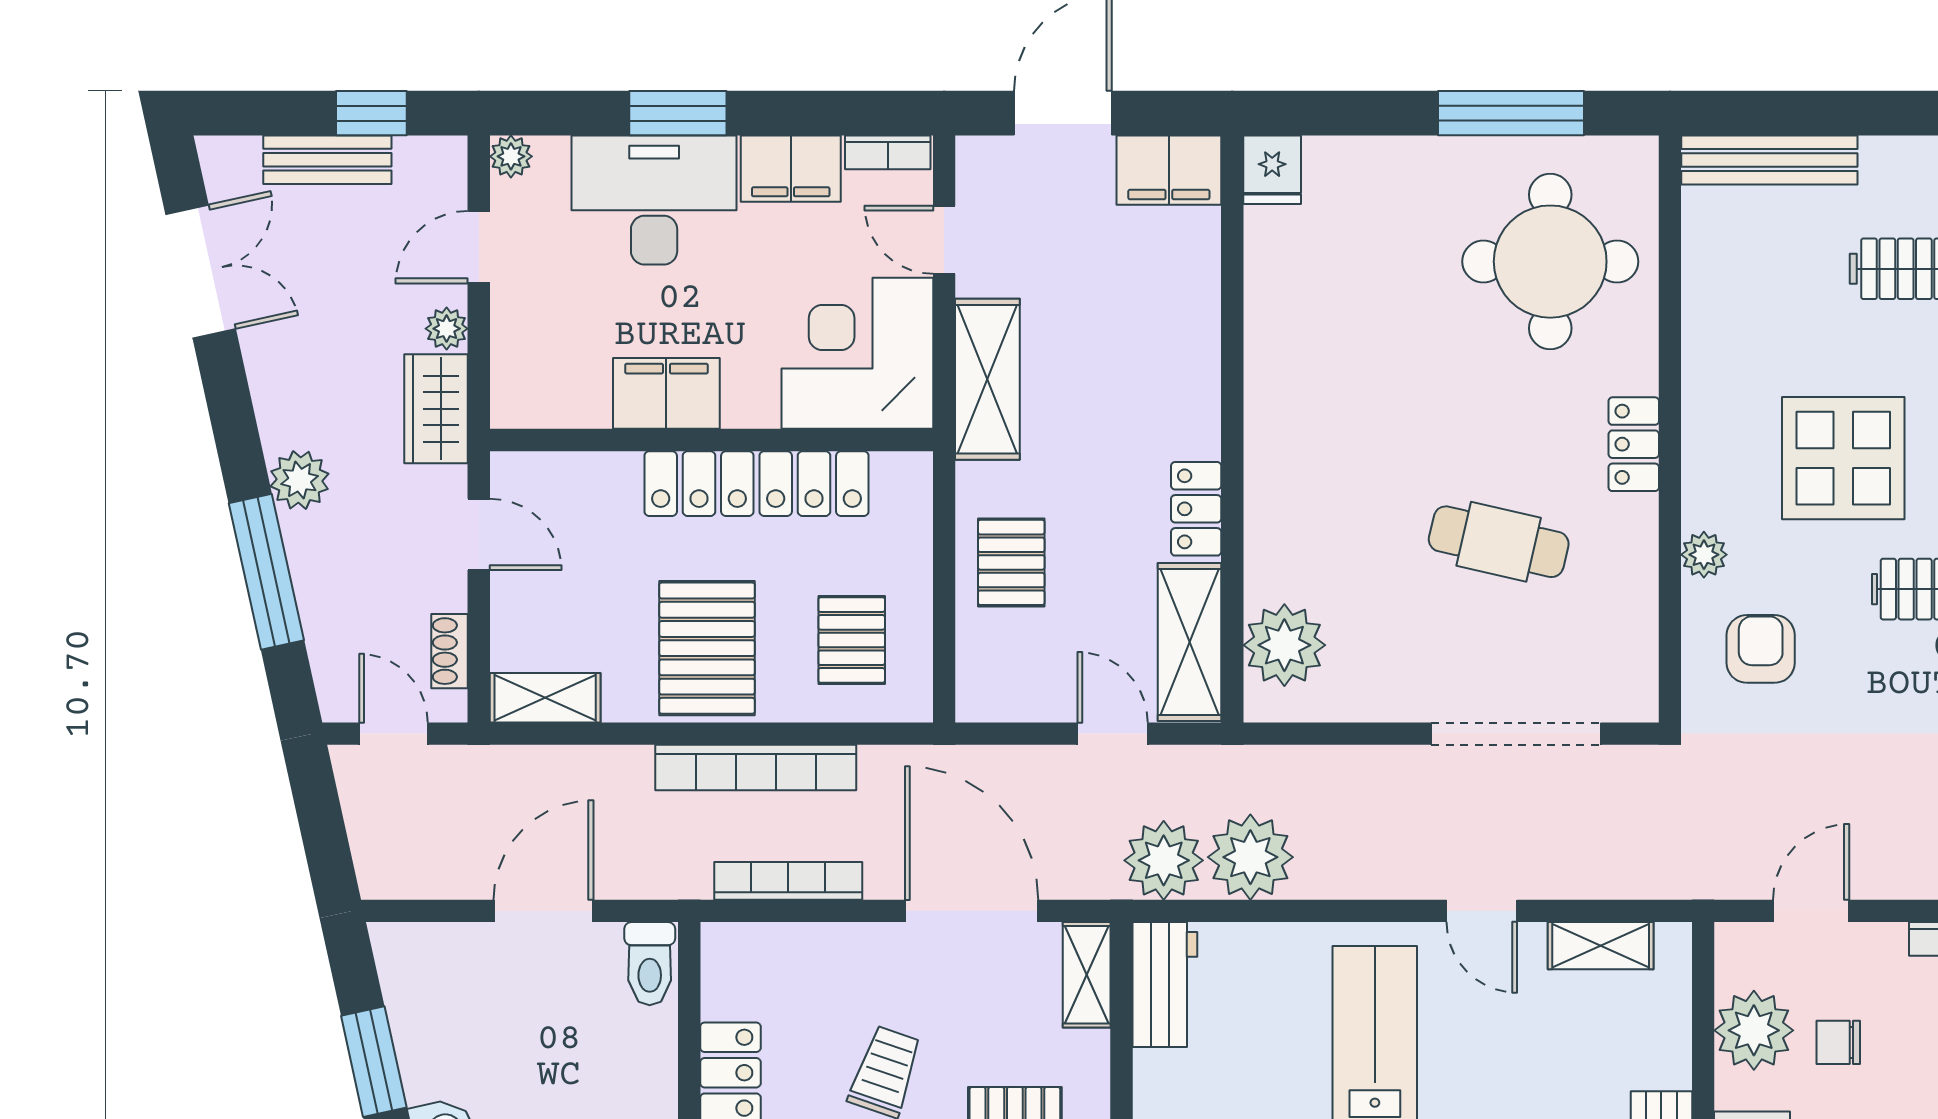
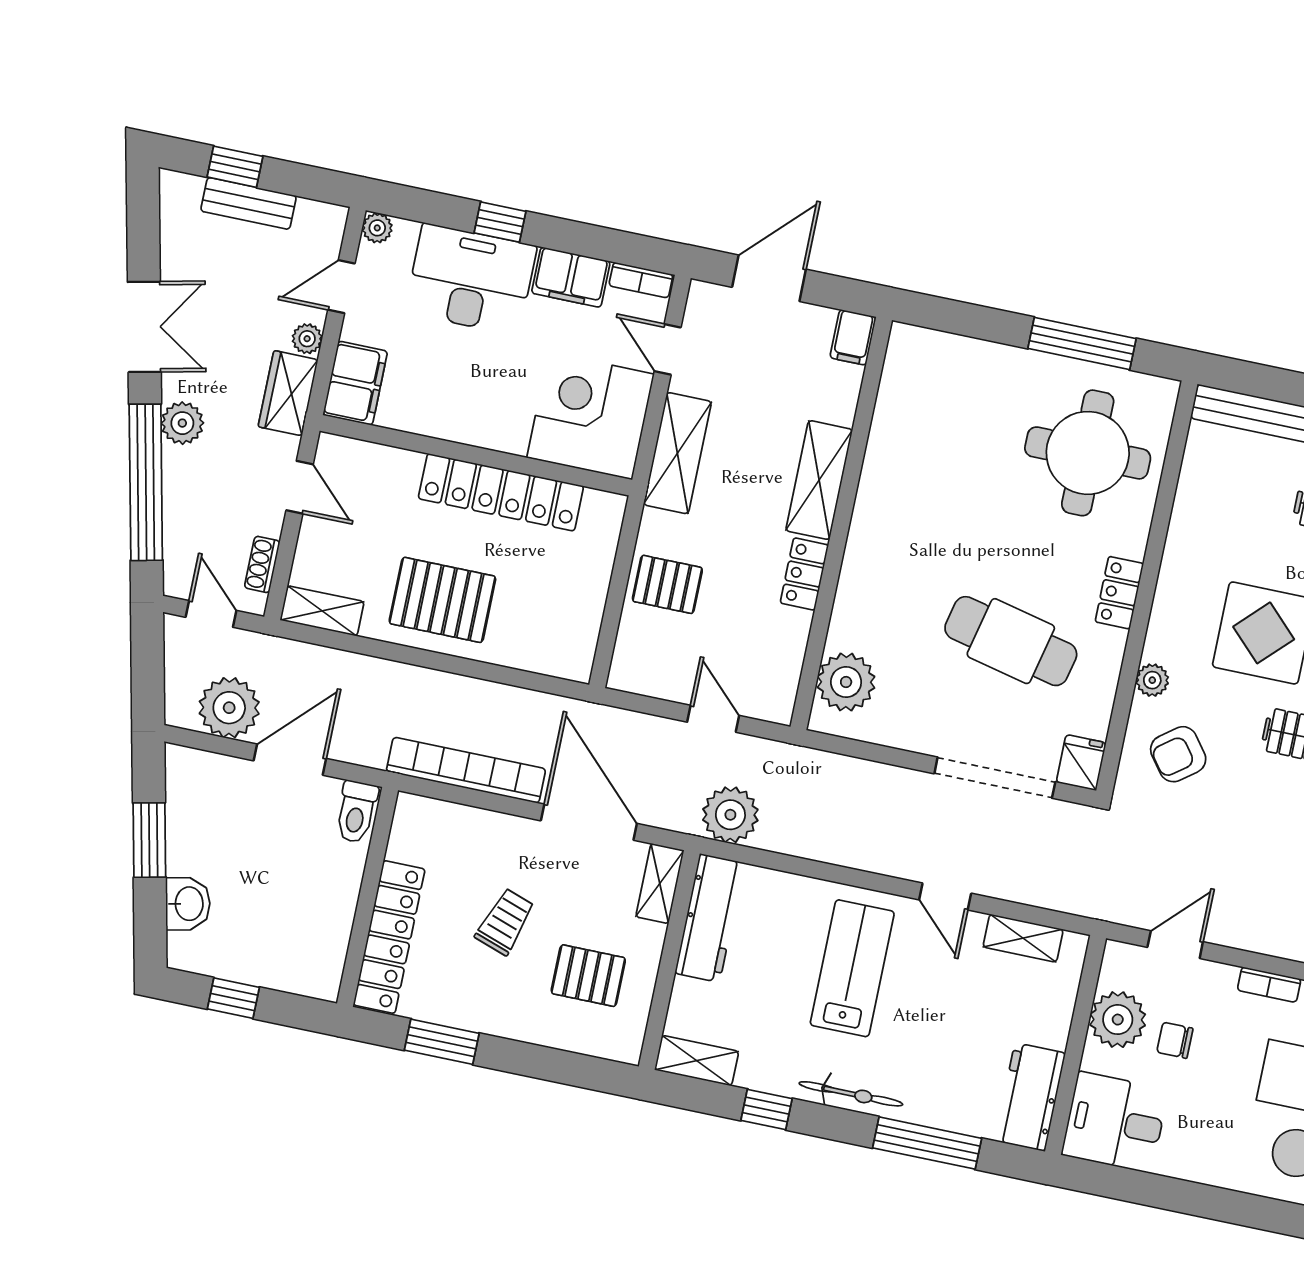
window: (371, 113) -> (235, 167), moved
window: (678, 113) -> (500, 222), width x0.67
filing cabinet: (1169, 170) -> (853, 337), width x0.50
fridge: (1272, 170) -> (1081, 763), moved, turned 180
double door: (201, 272) -> (144, 327), moved
filing cabinet: (666, 393) -> (355, 383), moved, turned 90
cafe table: (1499, 542) -> (1011, 641), width x1.37, depth x1.35
pallet: (1011, 562) -> (667, 584), turned 90
window: (266, 572) -> (146, 482), width x1.46
pallet: (852, 640) -> (545, 615), removed
shelving: (1189, 642) -> (819, 480), moved
pallet: (707, 648) -> (442, 600), turned 90
armchair: (1761, 649) -> (1178, 754), turned -127
bookcase: (756, 768) -> (459, 690), removed
plant: (1250, 857) -> (229, 708), moved
bookcase: (788, 881) -> (466, 770), width x1.48, depth x1.31
workbench: (1165, 984) -> (710, 918), width x1.38

